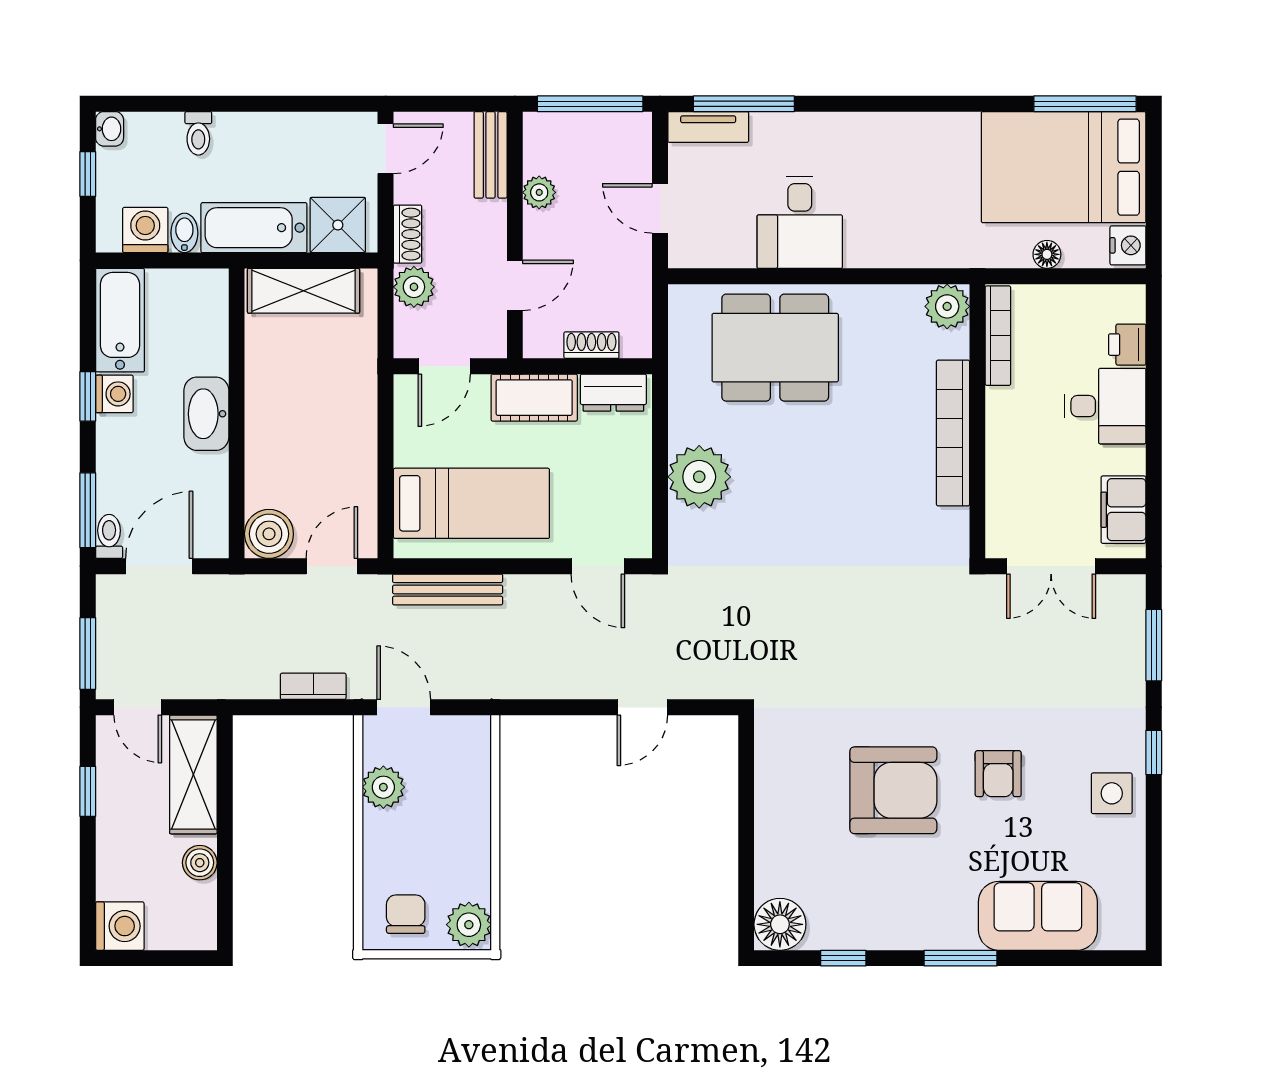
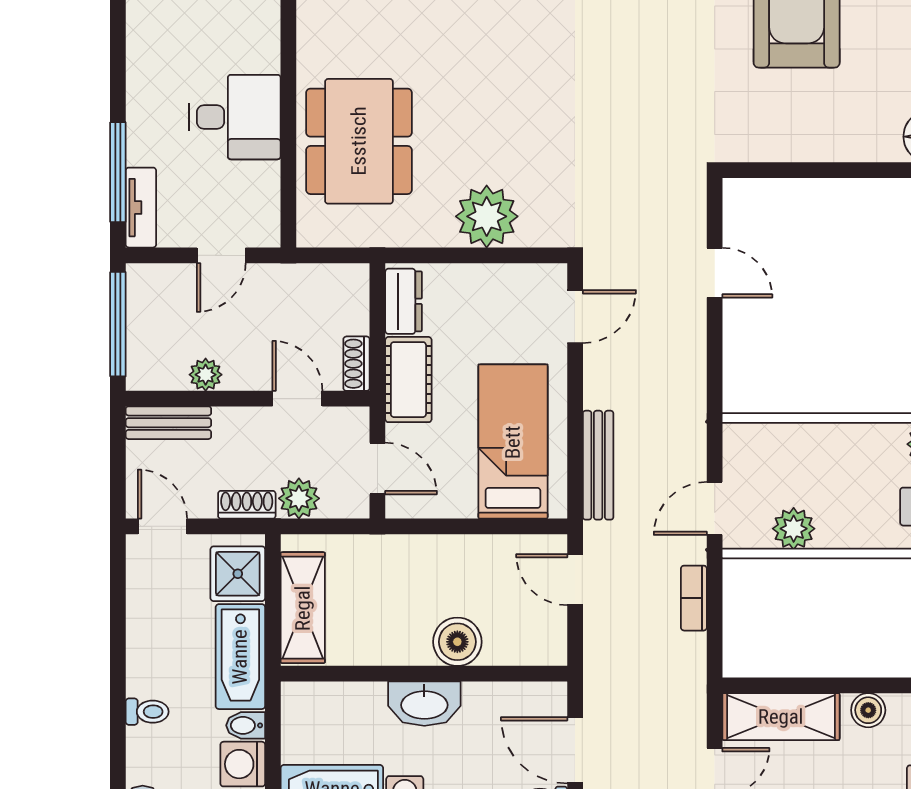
shoe rack: (591, 345) -> (357, 364), moved
boiler: (269, 534) -> (457, 642), moved

